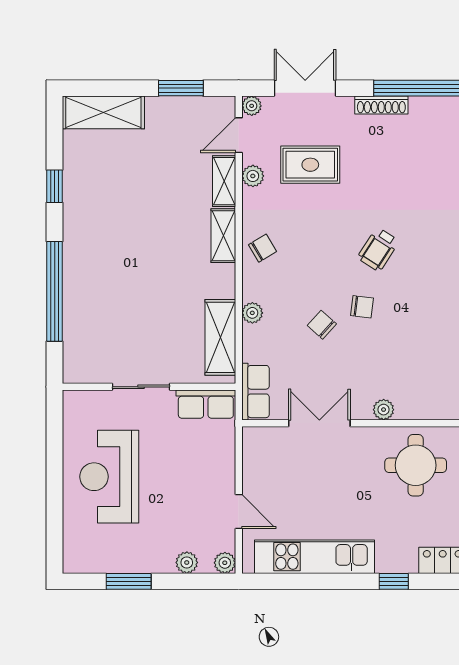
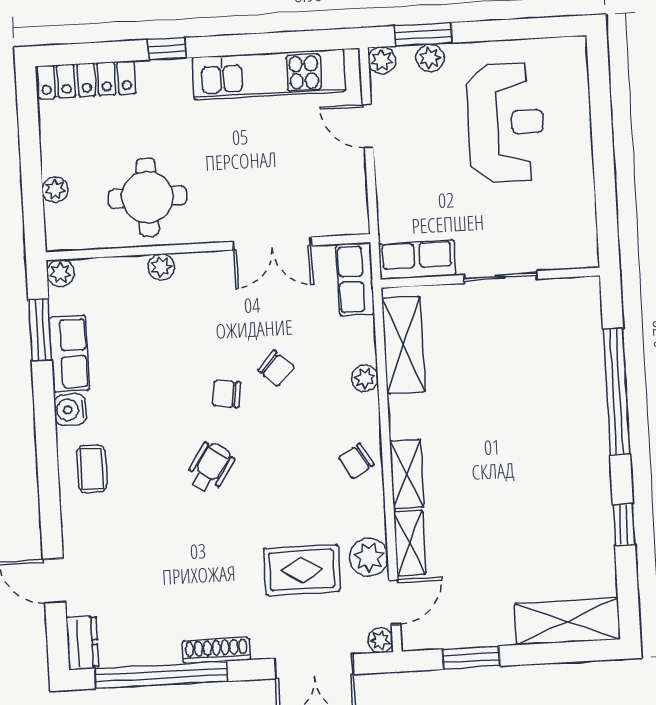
plant: (253, 176) -> (369, 557), width x1.38, depth x1.38
plant: (384, 410) -> (161, 267), moved
reception desk: (109, 477) -> (506, 123), moved
window: (129, 581) -> (423, 34), moved

